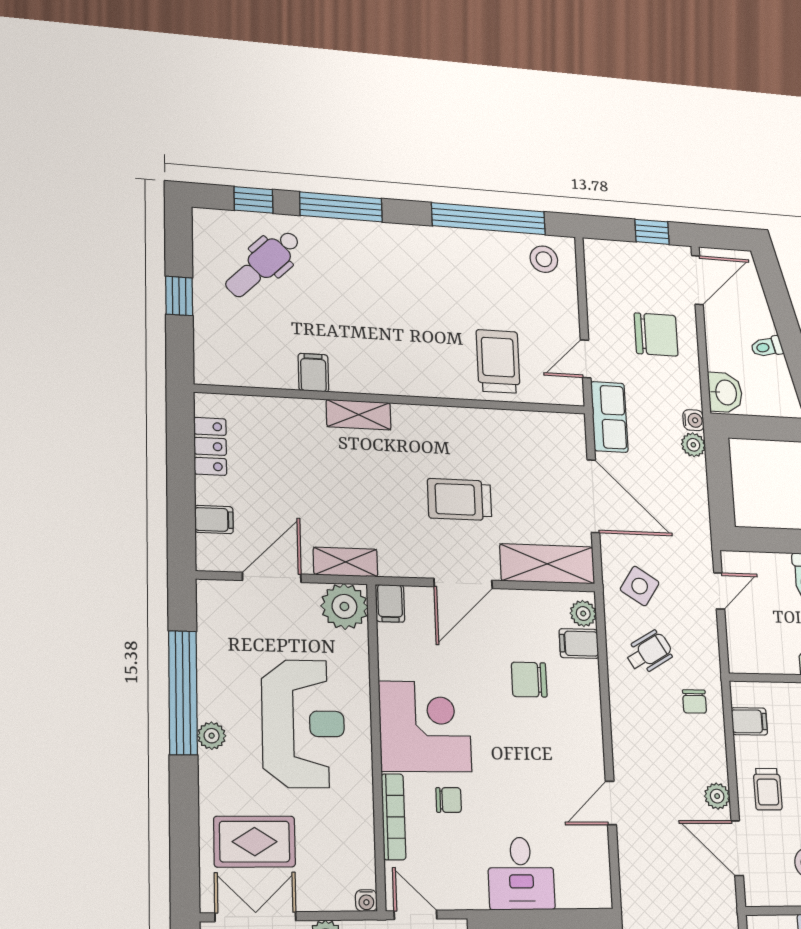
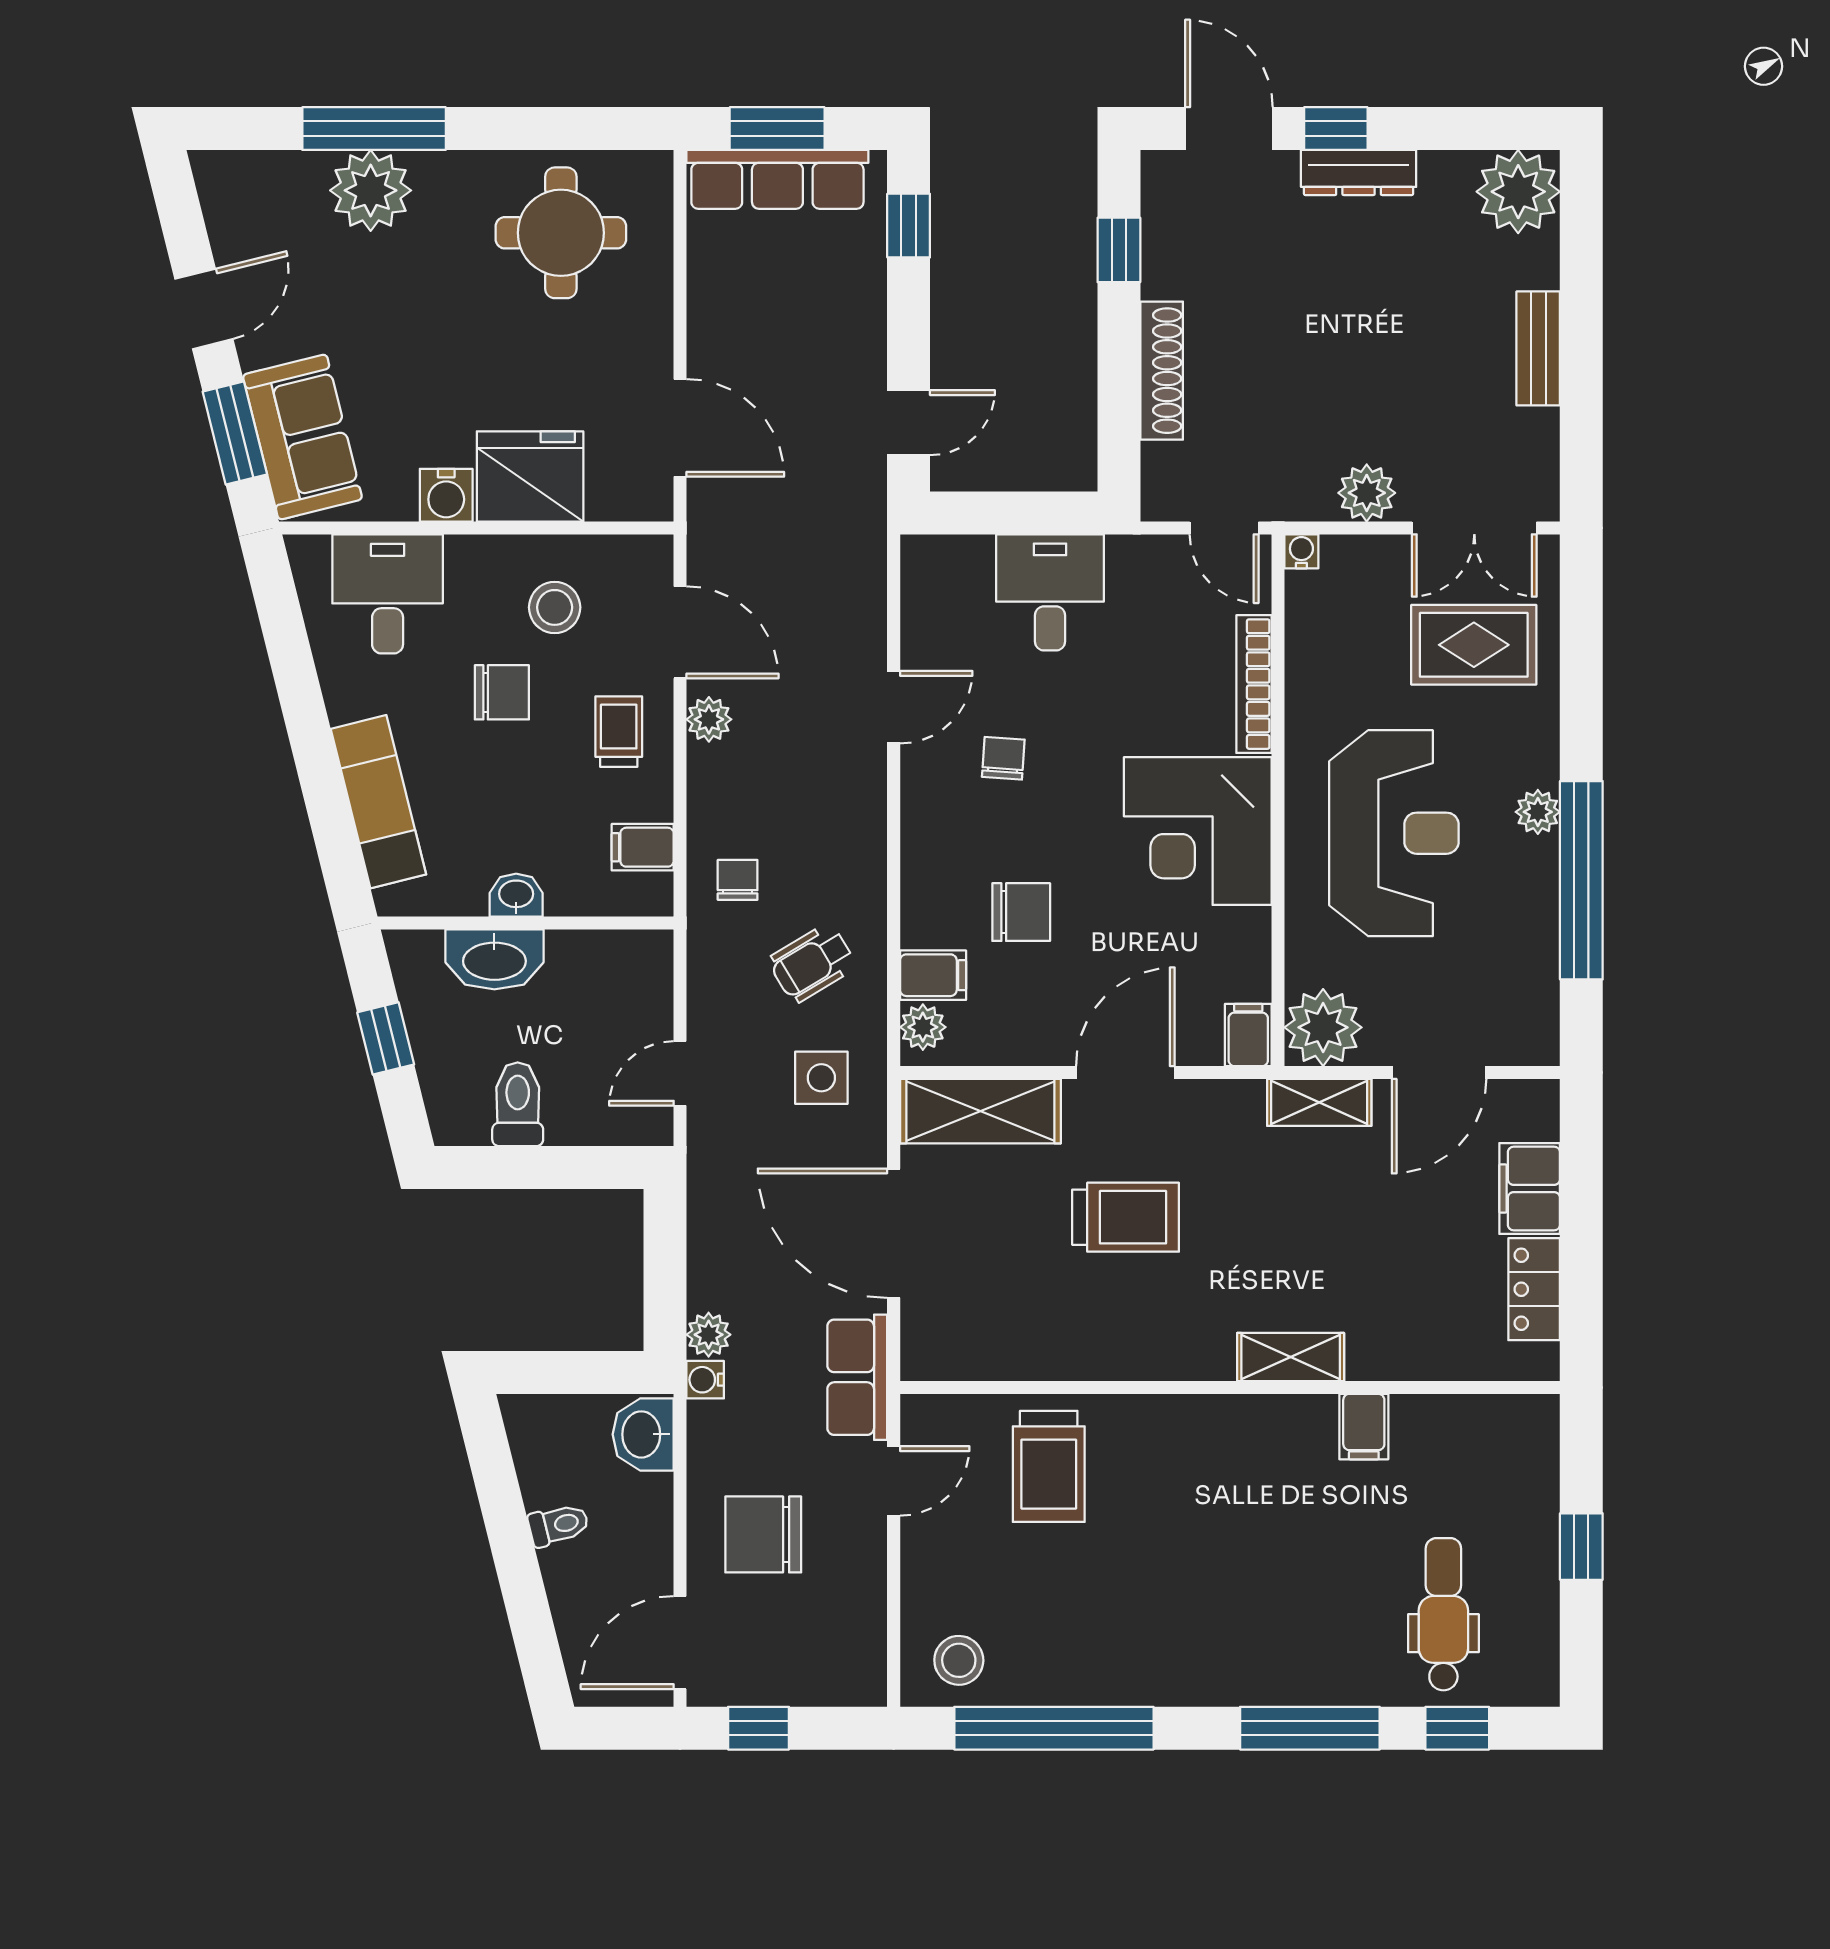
dental chair: (263, 264) -> (1443, 1614), turned -45
filing cabinet: (214, 520) -> (1530, 1189), width x2.00
side table: (640, 586) -> (821, 1078), turned -33
reception desk: (303, 724) -> (1394, 833), turned 180
chair: (449, 800) -> (1003, 758), moved, turned 94

